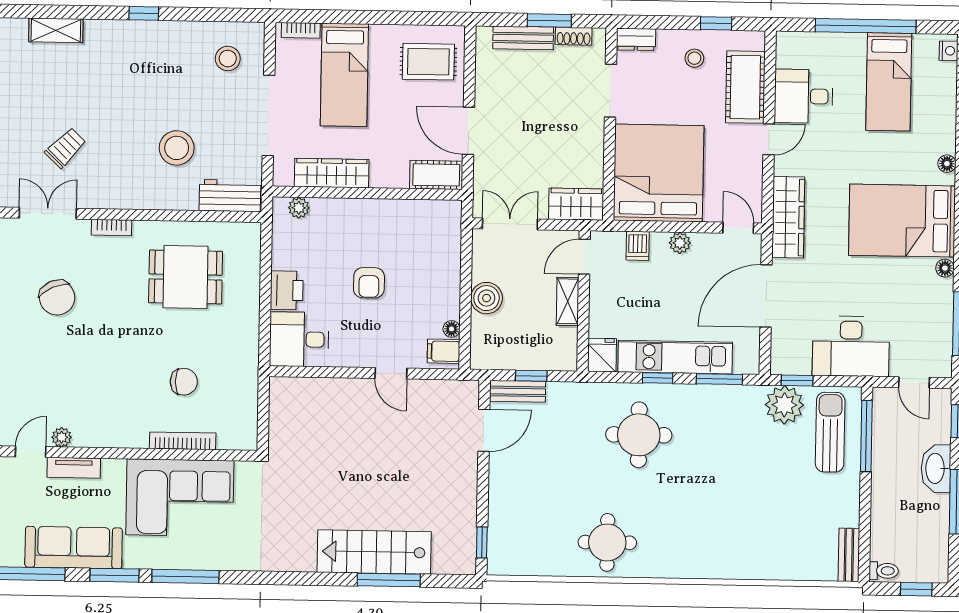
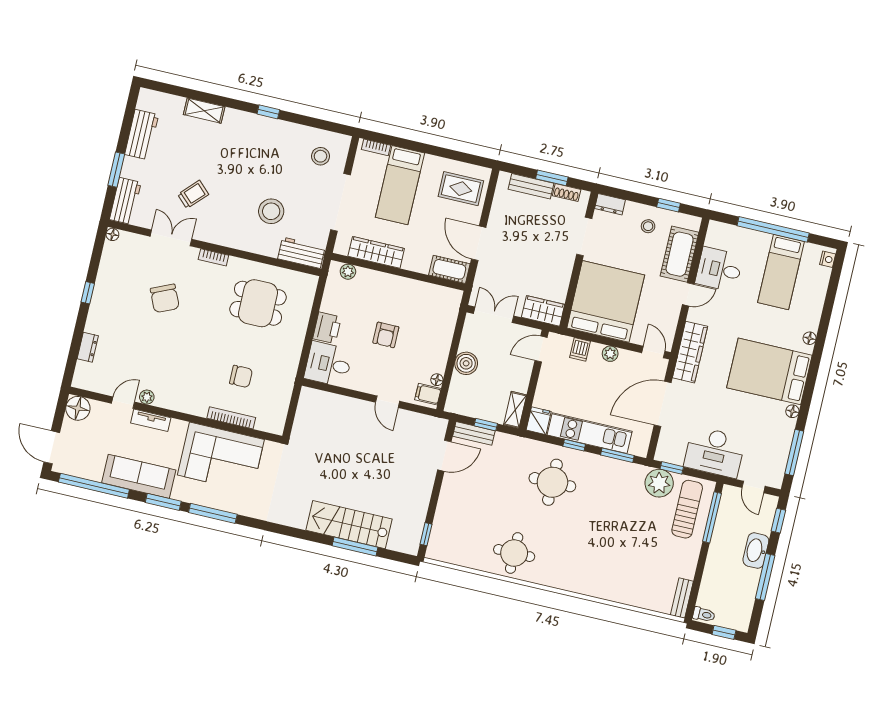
shelving: (568, 301) -> (515, 410), moved

